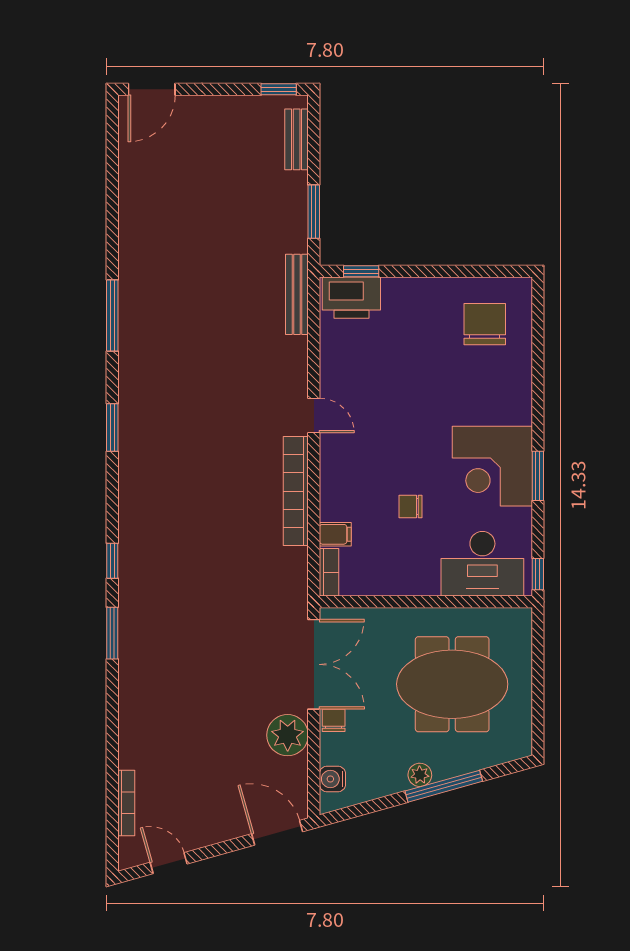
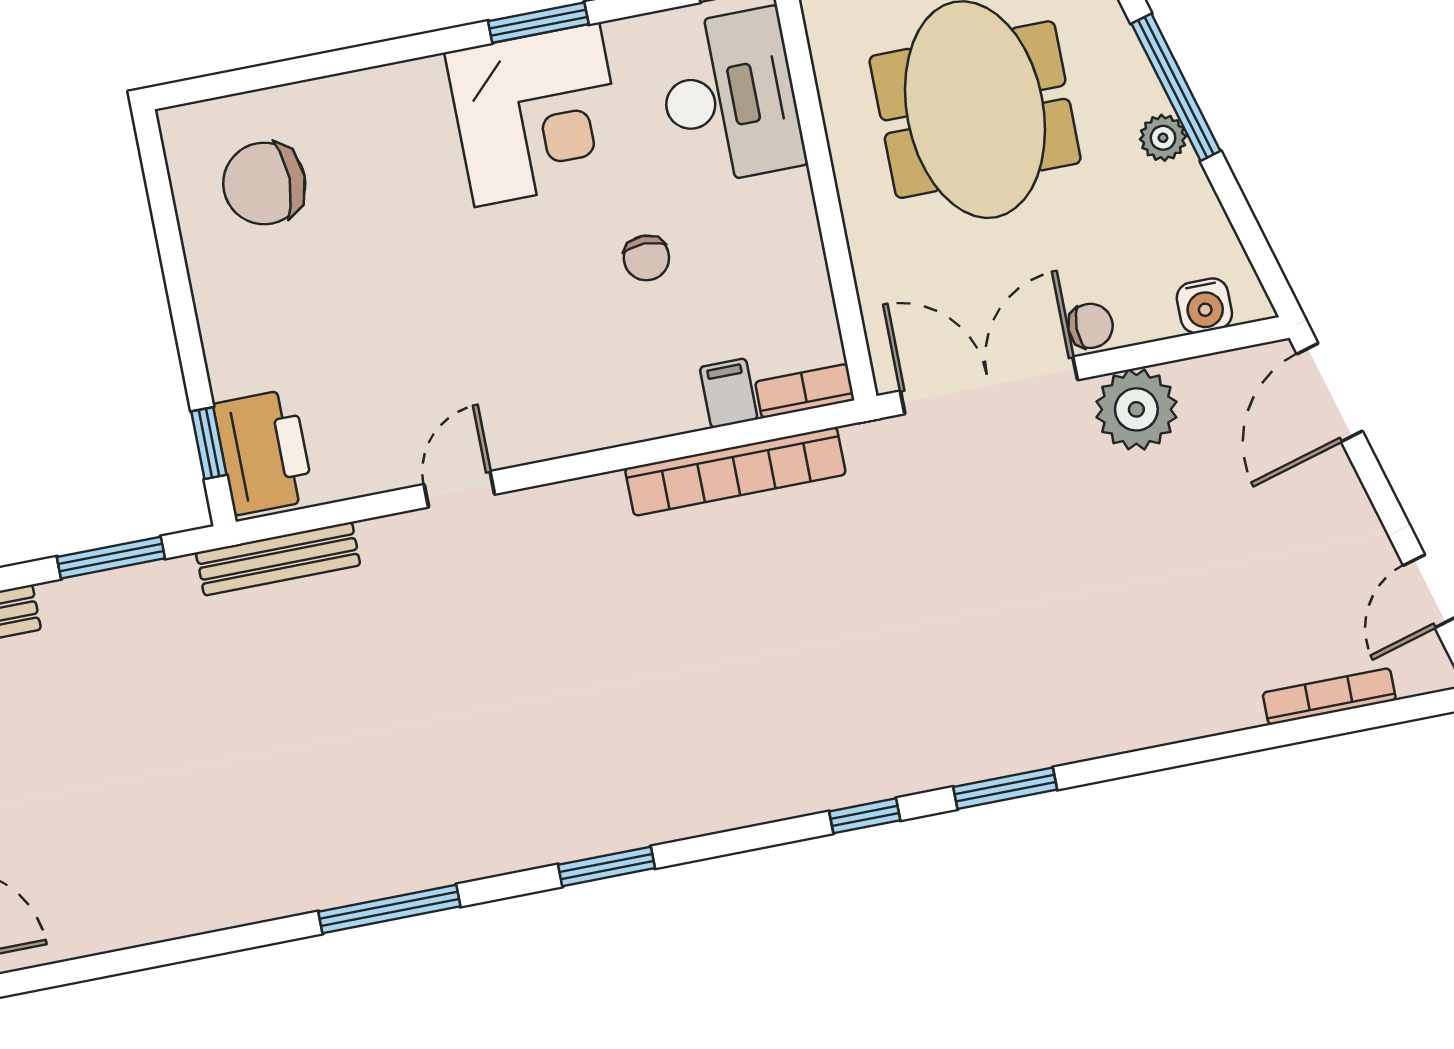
door: (314, 416) -> (459, 489), moved
bookcase: (296, 491) -> (735, 471), moved
chair: (334, 720) -> (1090, 326), turned 180

